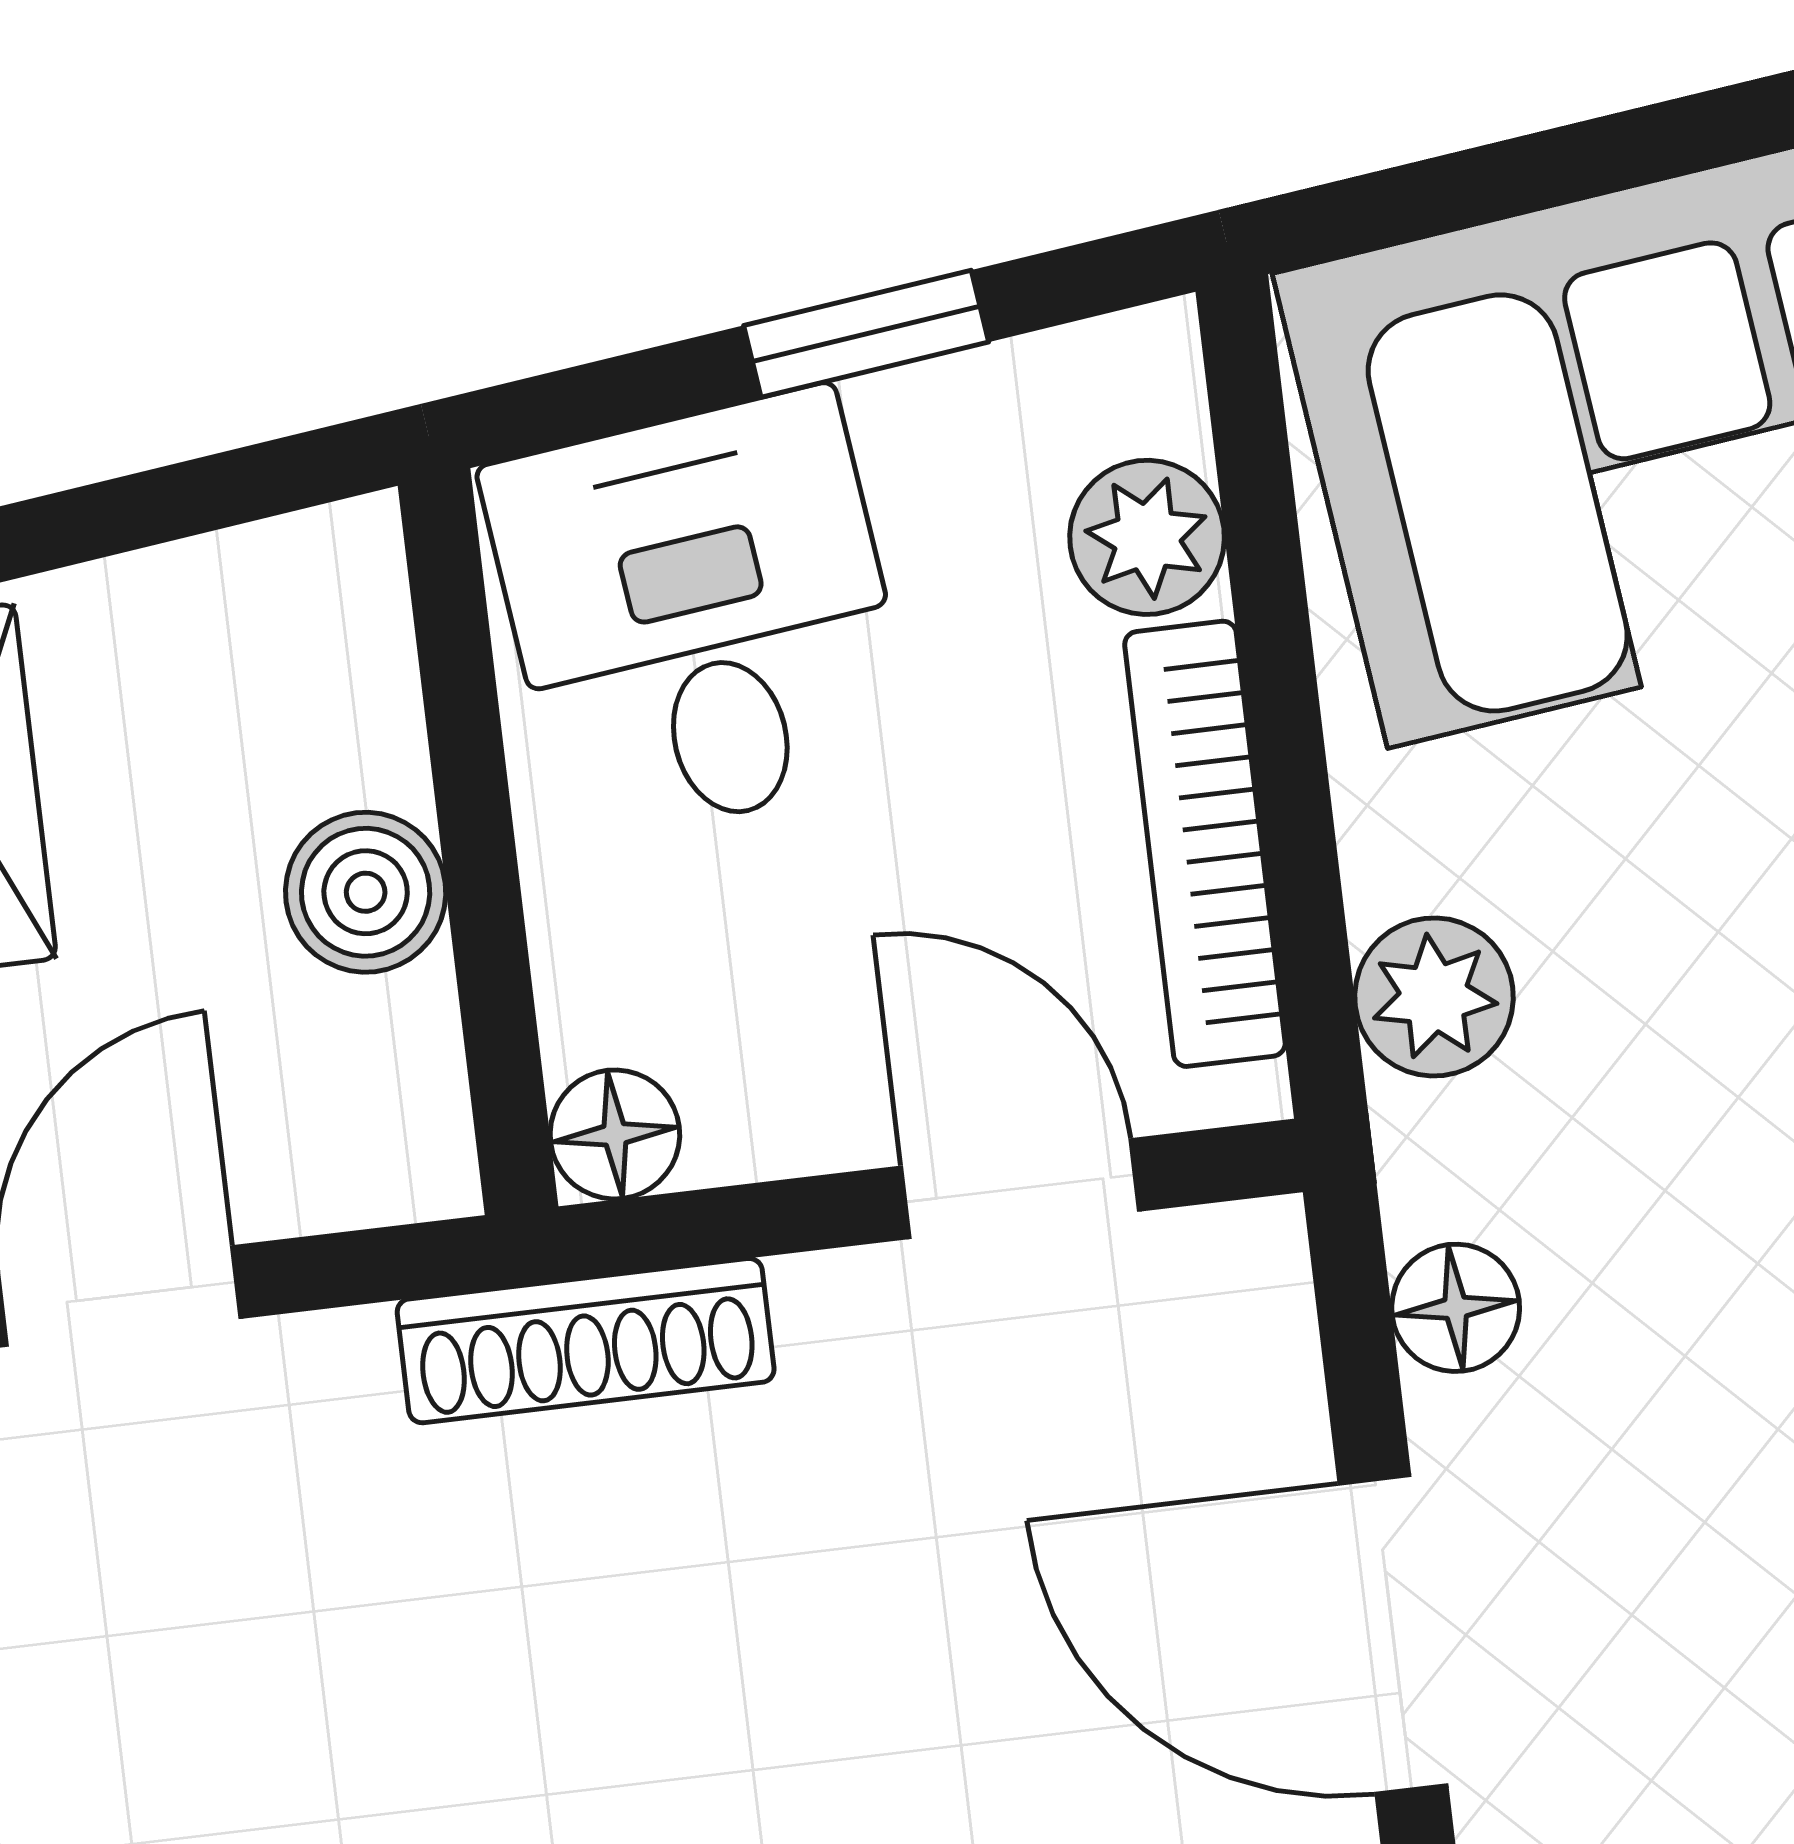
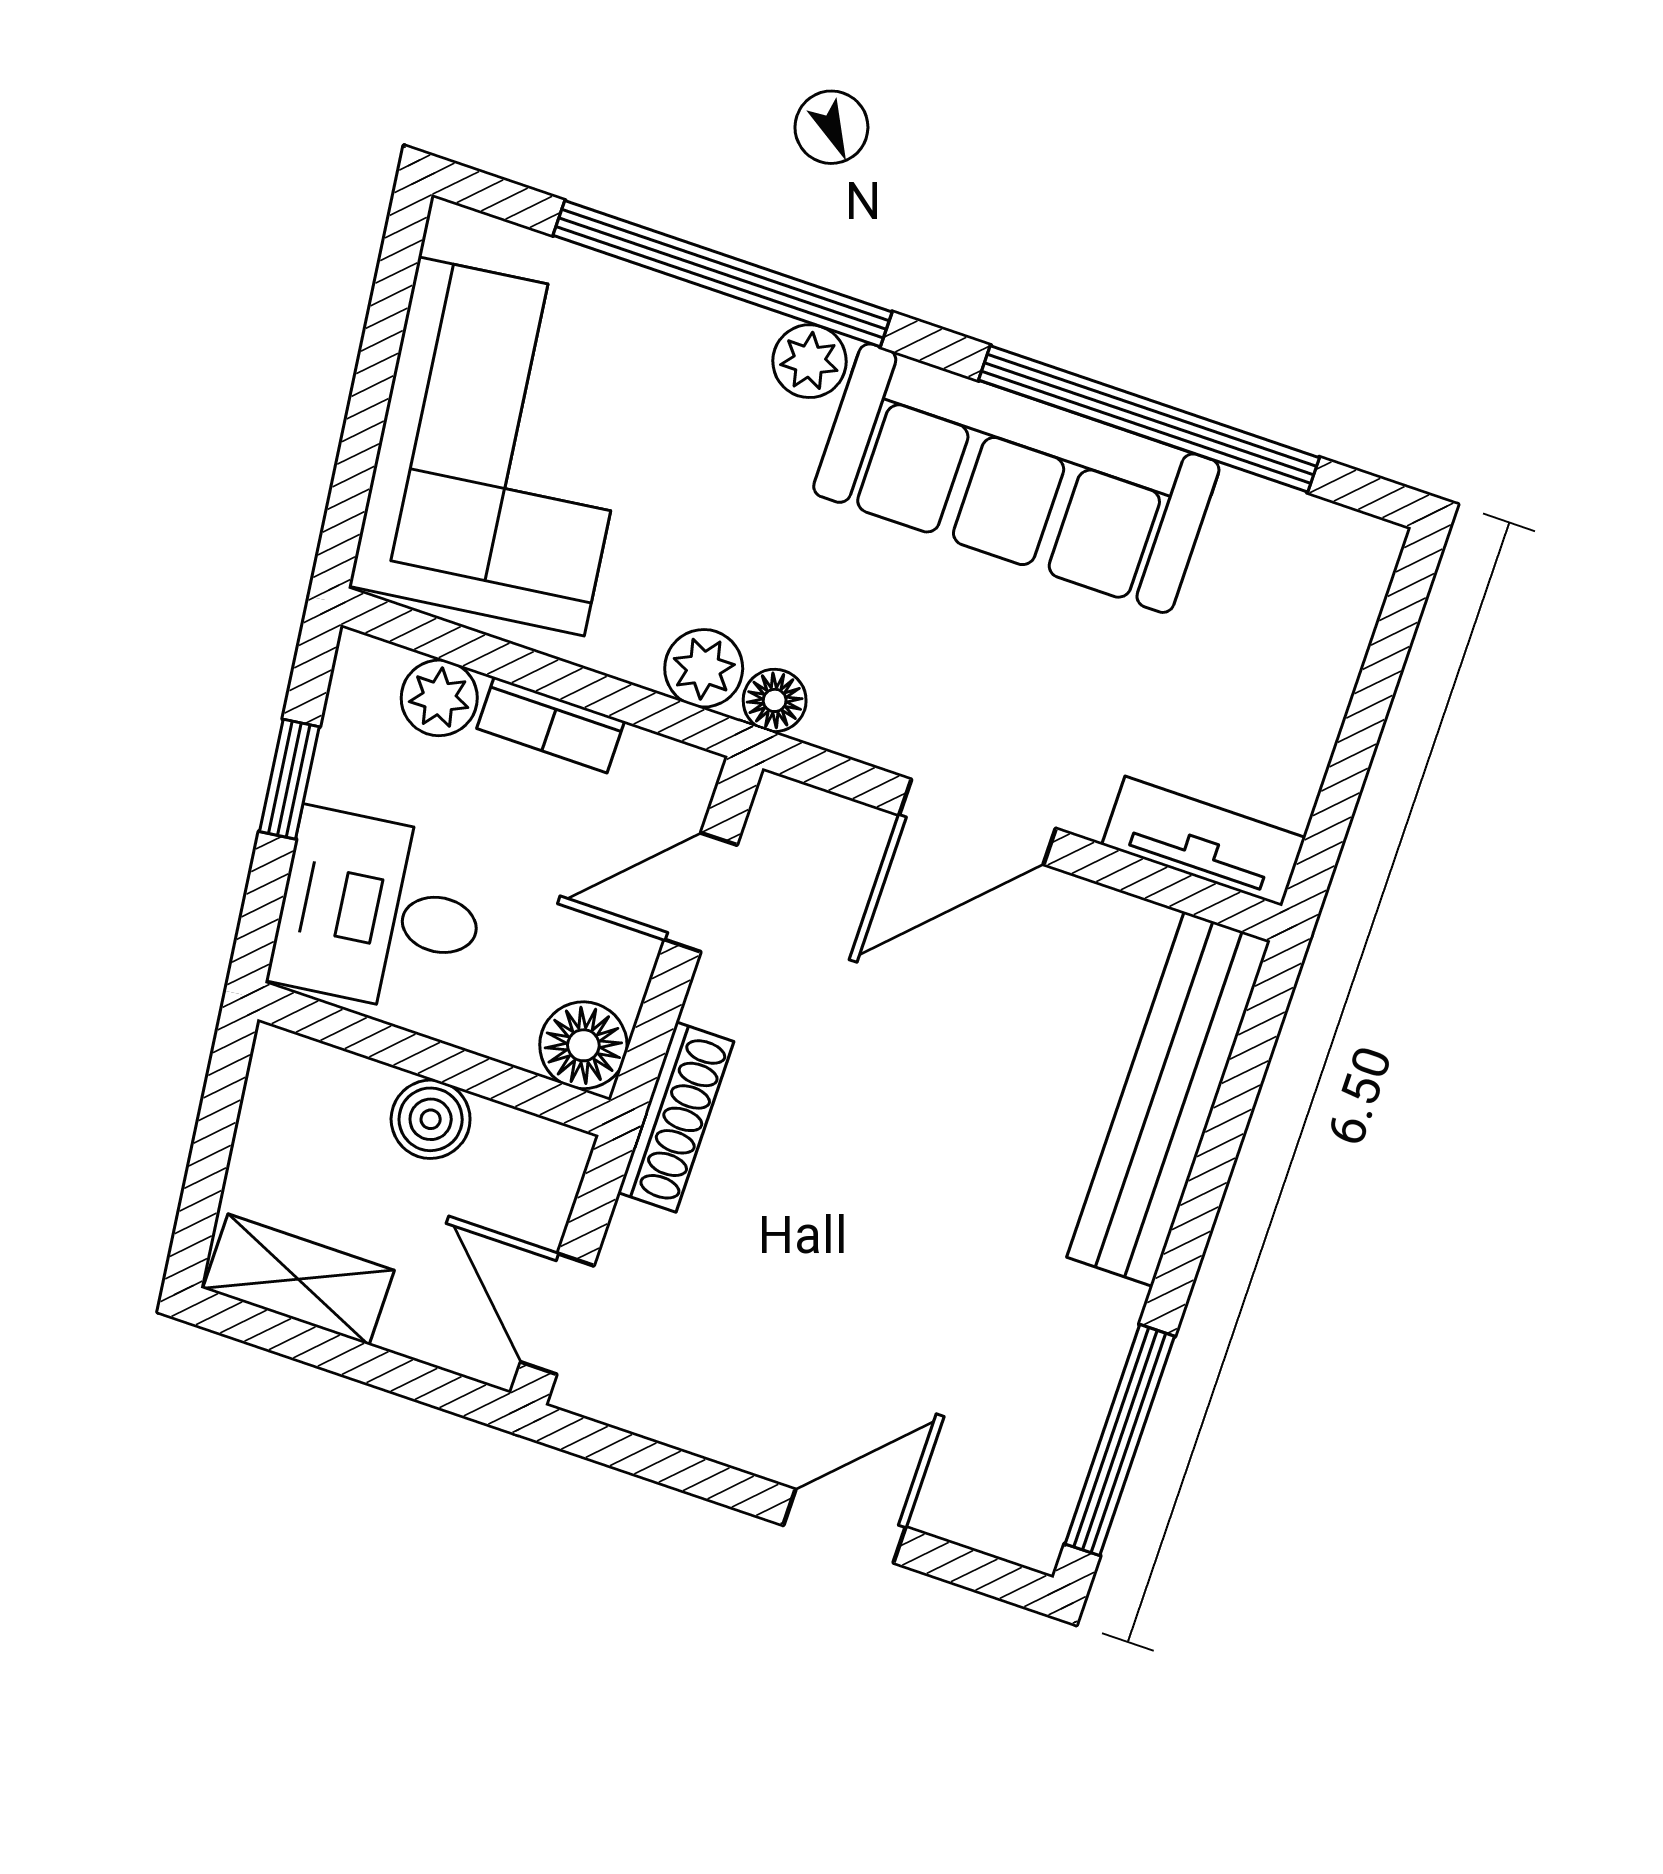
bookcase: (1205, 844) -> (551, 725), width x0.64
floor lamp: (615, 1134) -> (583, 1045), width x1.37, depth x1.37
floor lamp: (1456, 1308) -> (775, 700), moved

